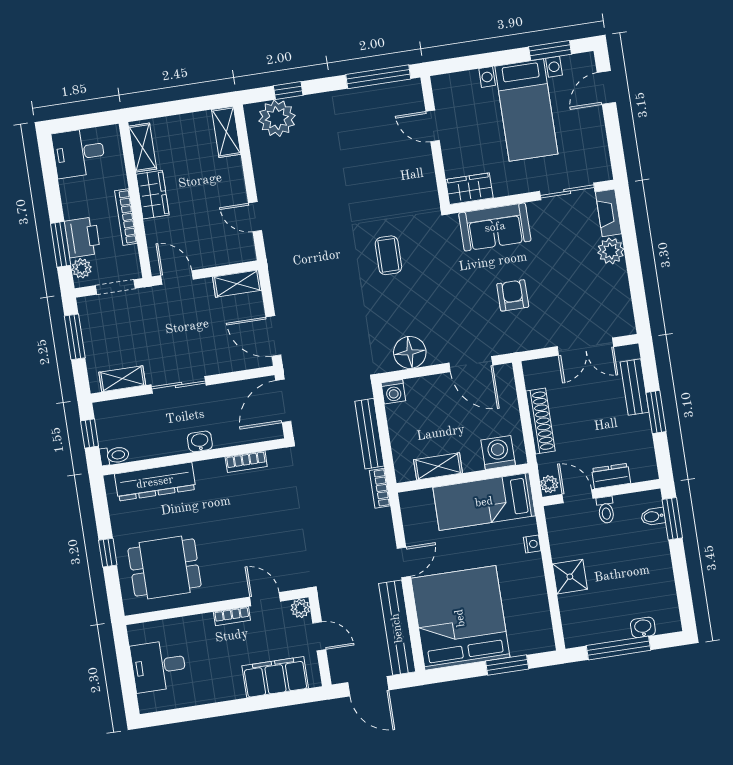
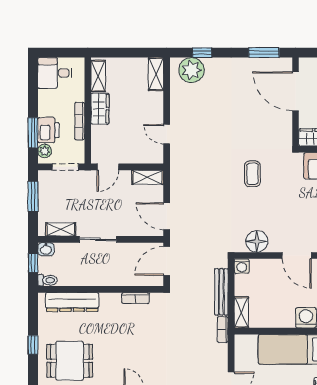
window: (378, 77) -> (264, 53), width x0.69
door: (433, 126) -> (296, 91), width x1.87
door: (177, 277) -> (108, 167), swing flipped
washbasin: (200, 441) -> (46, 249), moved, turned 180
shelving: (438, 466) -> (241, 312), moved, turned 90

